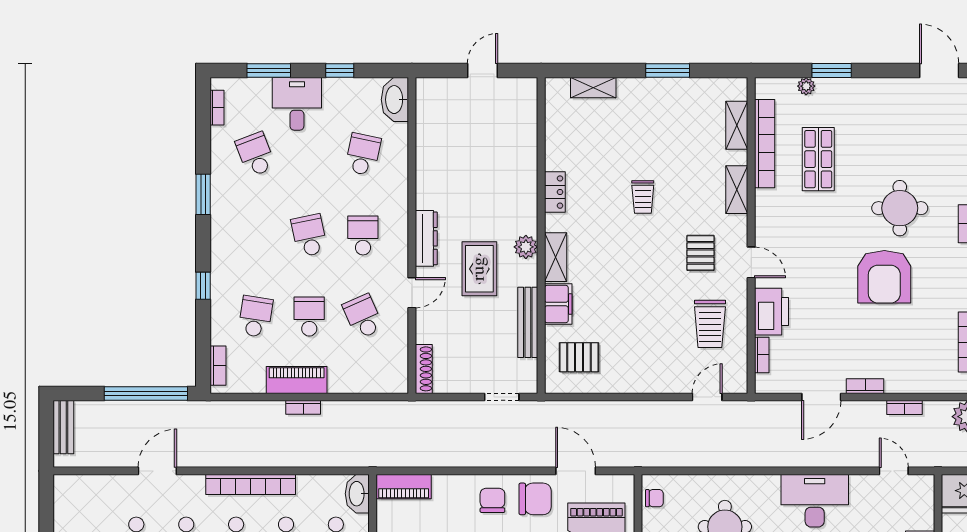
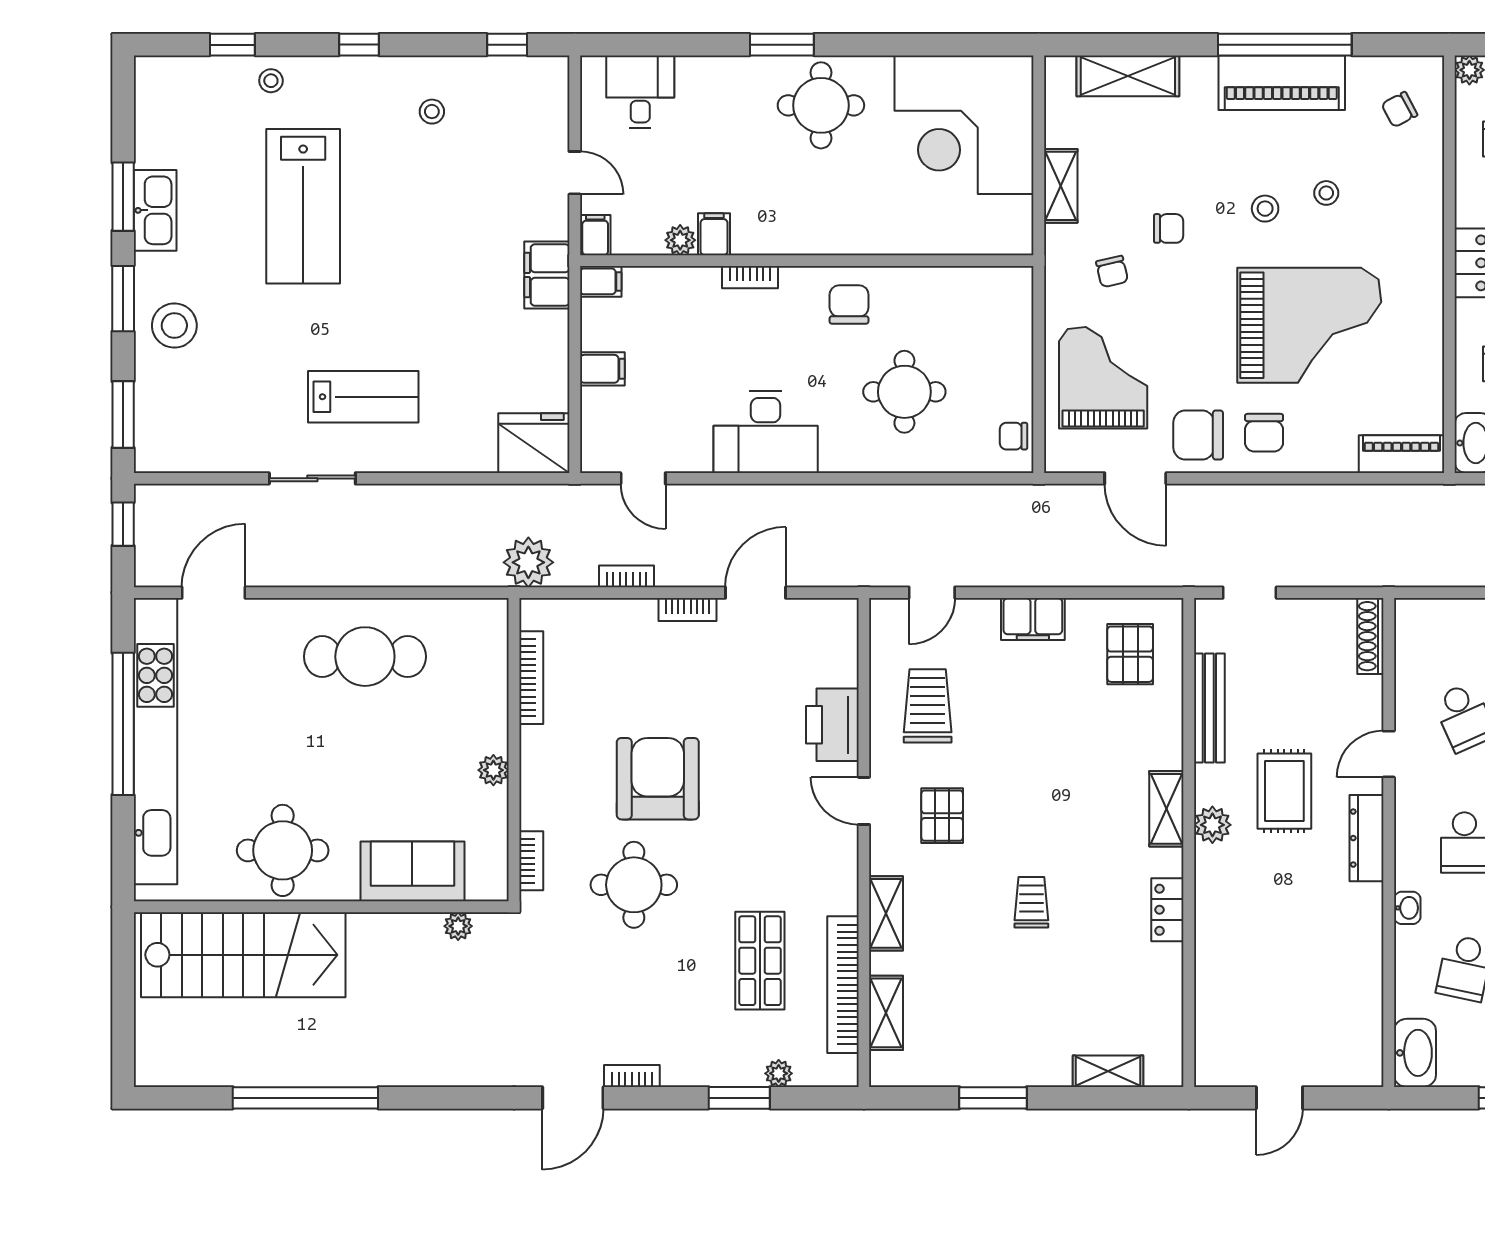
door: (939, 70) -> (573, 1098), hinge flipped
washbasin: (400, 193) -> (1407, 908), added
filing cabinet: (558, 304) -> (1033, 619), moved, turned -90
bookcase: (762, 355) -> (632, 1076), moved, turned 90
pallet: (579, 357) -> (1130, 654), turned 90

